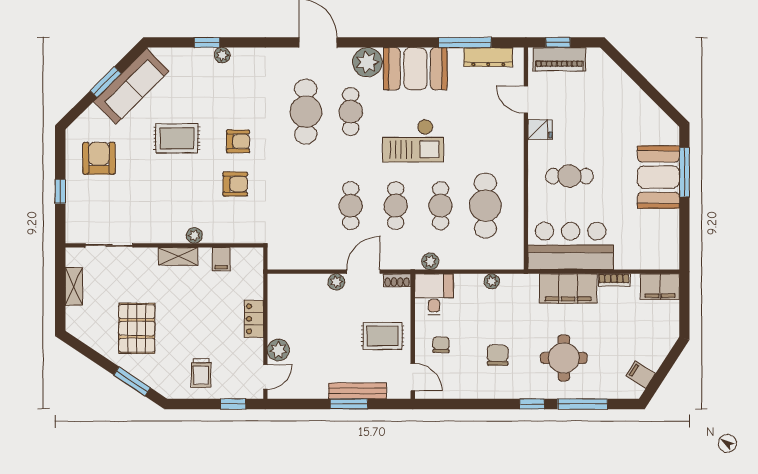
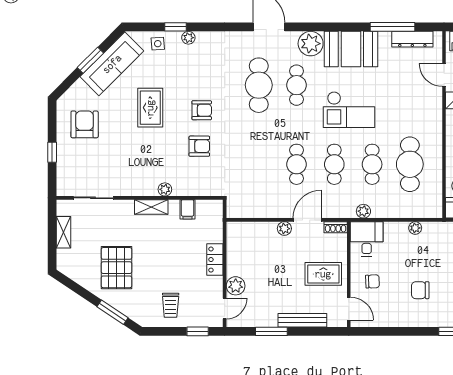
side table: (186, 62) -> (158, 44), added
rug: (177, 138) -> (150, 108), turned 90
chair: (441, 345) -> (372, 281), turned 88
chair: (498, 355) -> (420, 290), turned -90
window: (349, 404) -> (271, 331), moved

